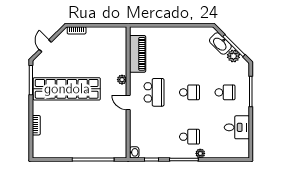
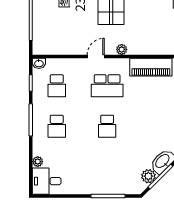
school desk: (225, 92) -> (57, 86), moved
desk: (237, 127) -> (47, 181), moved, turned 90
plant: (200, 153) -> (38, 162), moved

